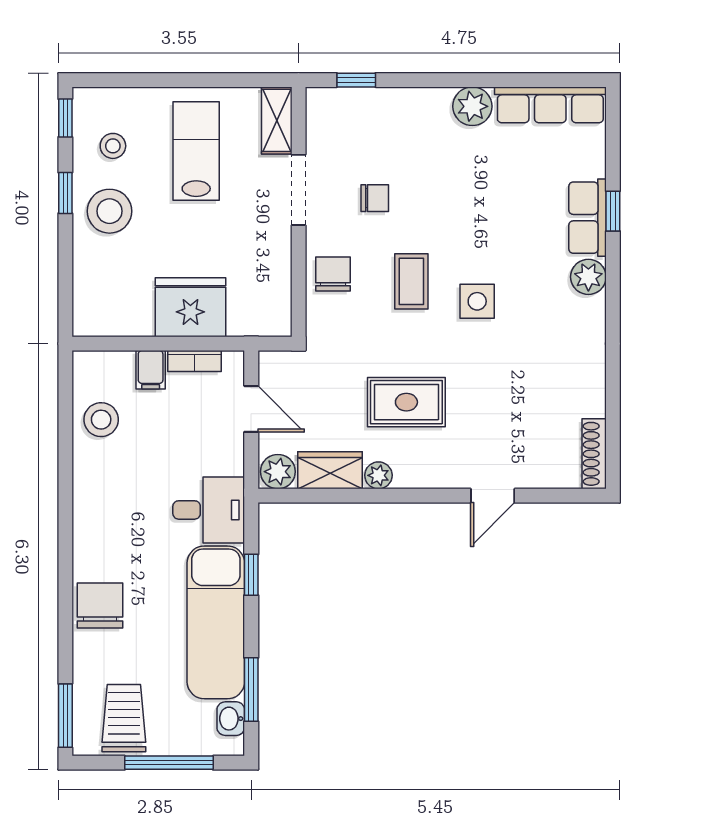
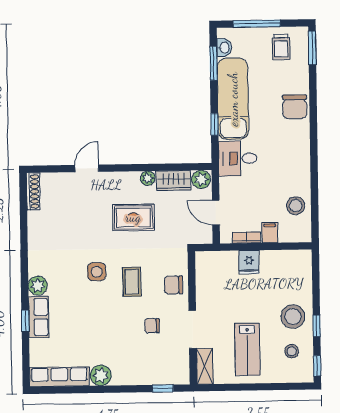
chair: (333, 274) -> (174, 285), turned 90
fridge: (190, 307) -> (249, 262), width x0.53, depth x0.75
trolley: (124, 718) -> (281, 47), width x0.73, depth x0.72

